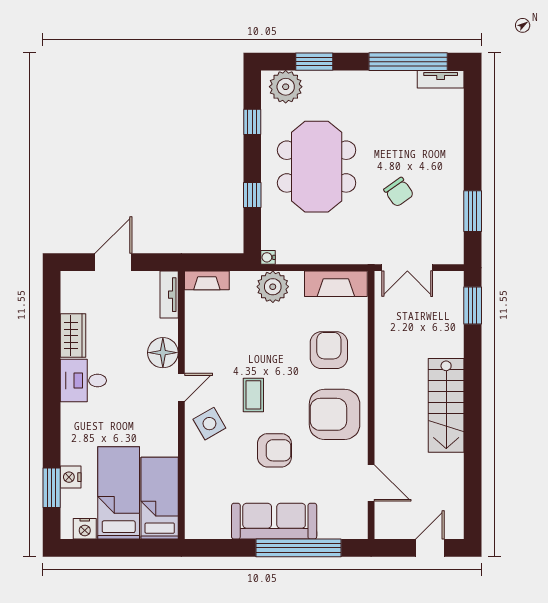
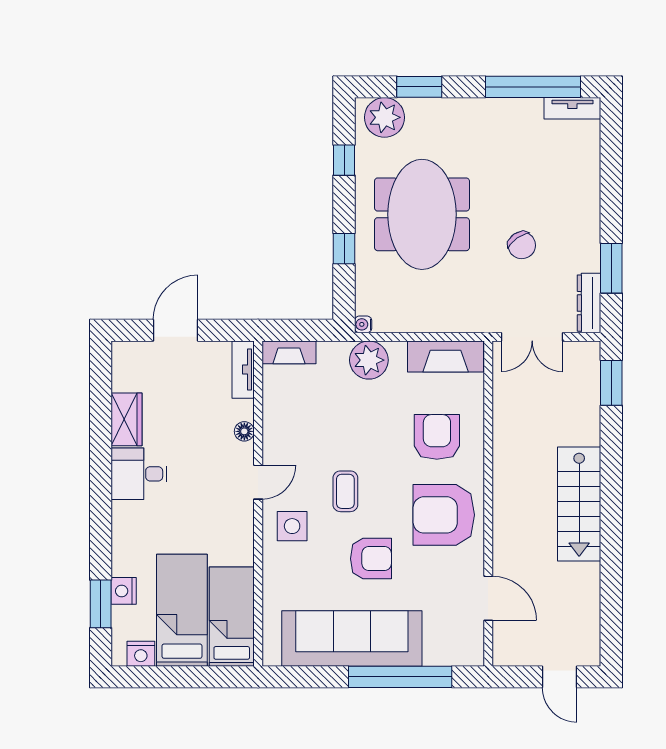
dresser: (454, 240) -> (589, 303), added
floor lamp: (163, 353) -> (244, 431), width x0.53, depth x0.53
side table: (209, 424) -> (292, 526), turned 30
sofa: (274, 521) -> (352, 639), width x1.36, depth x1.27
door: (430, 548) -> (559, 677), swing flipped

